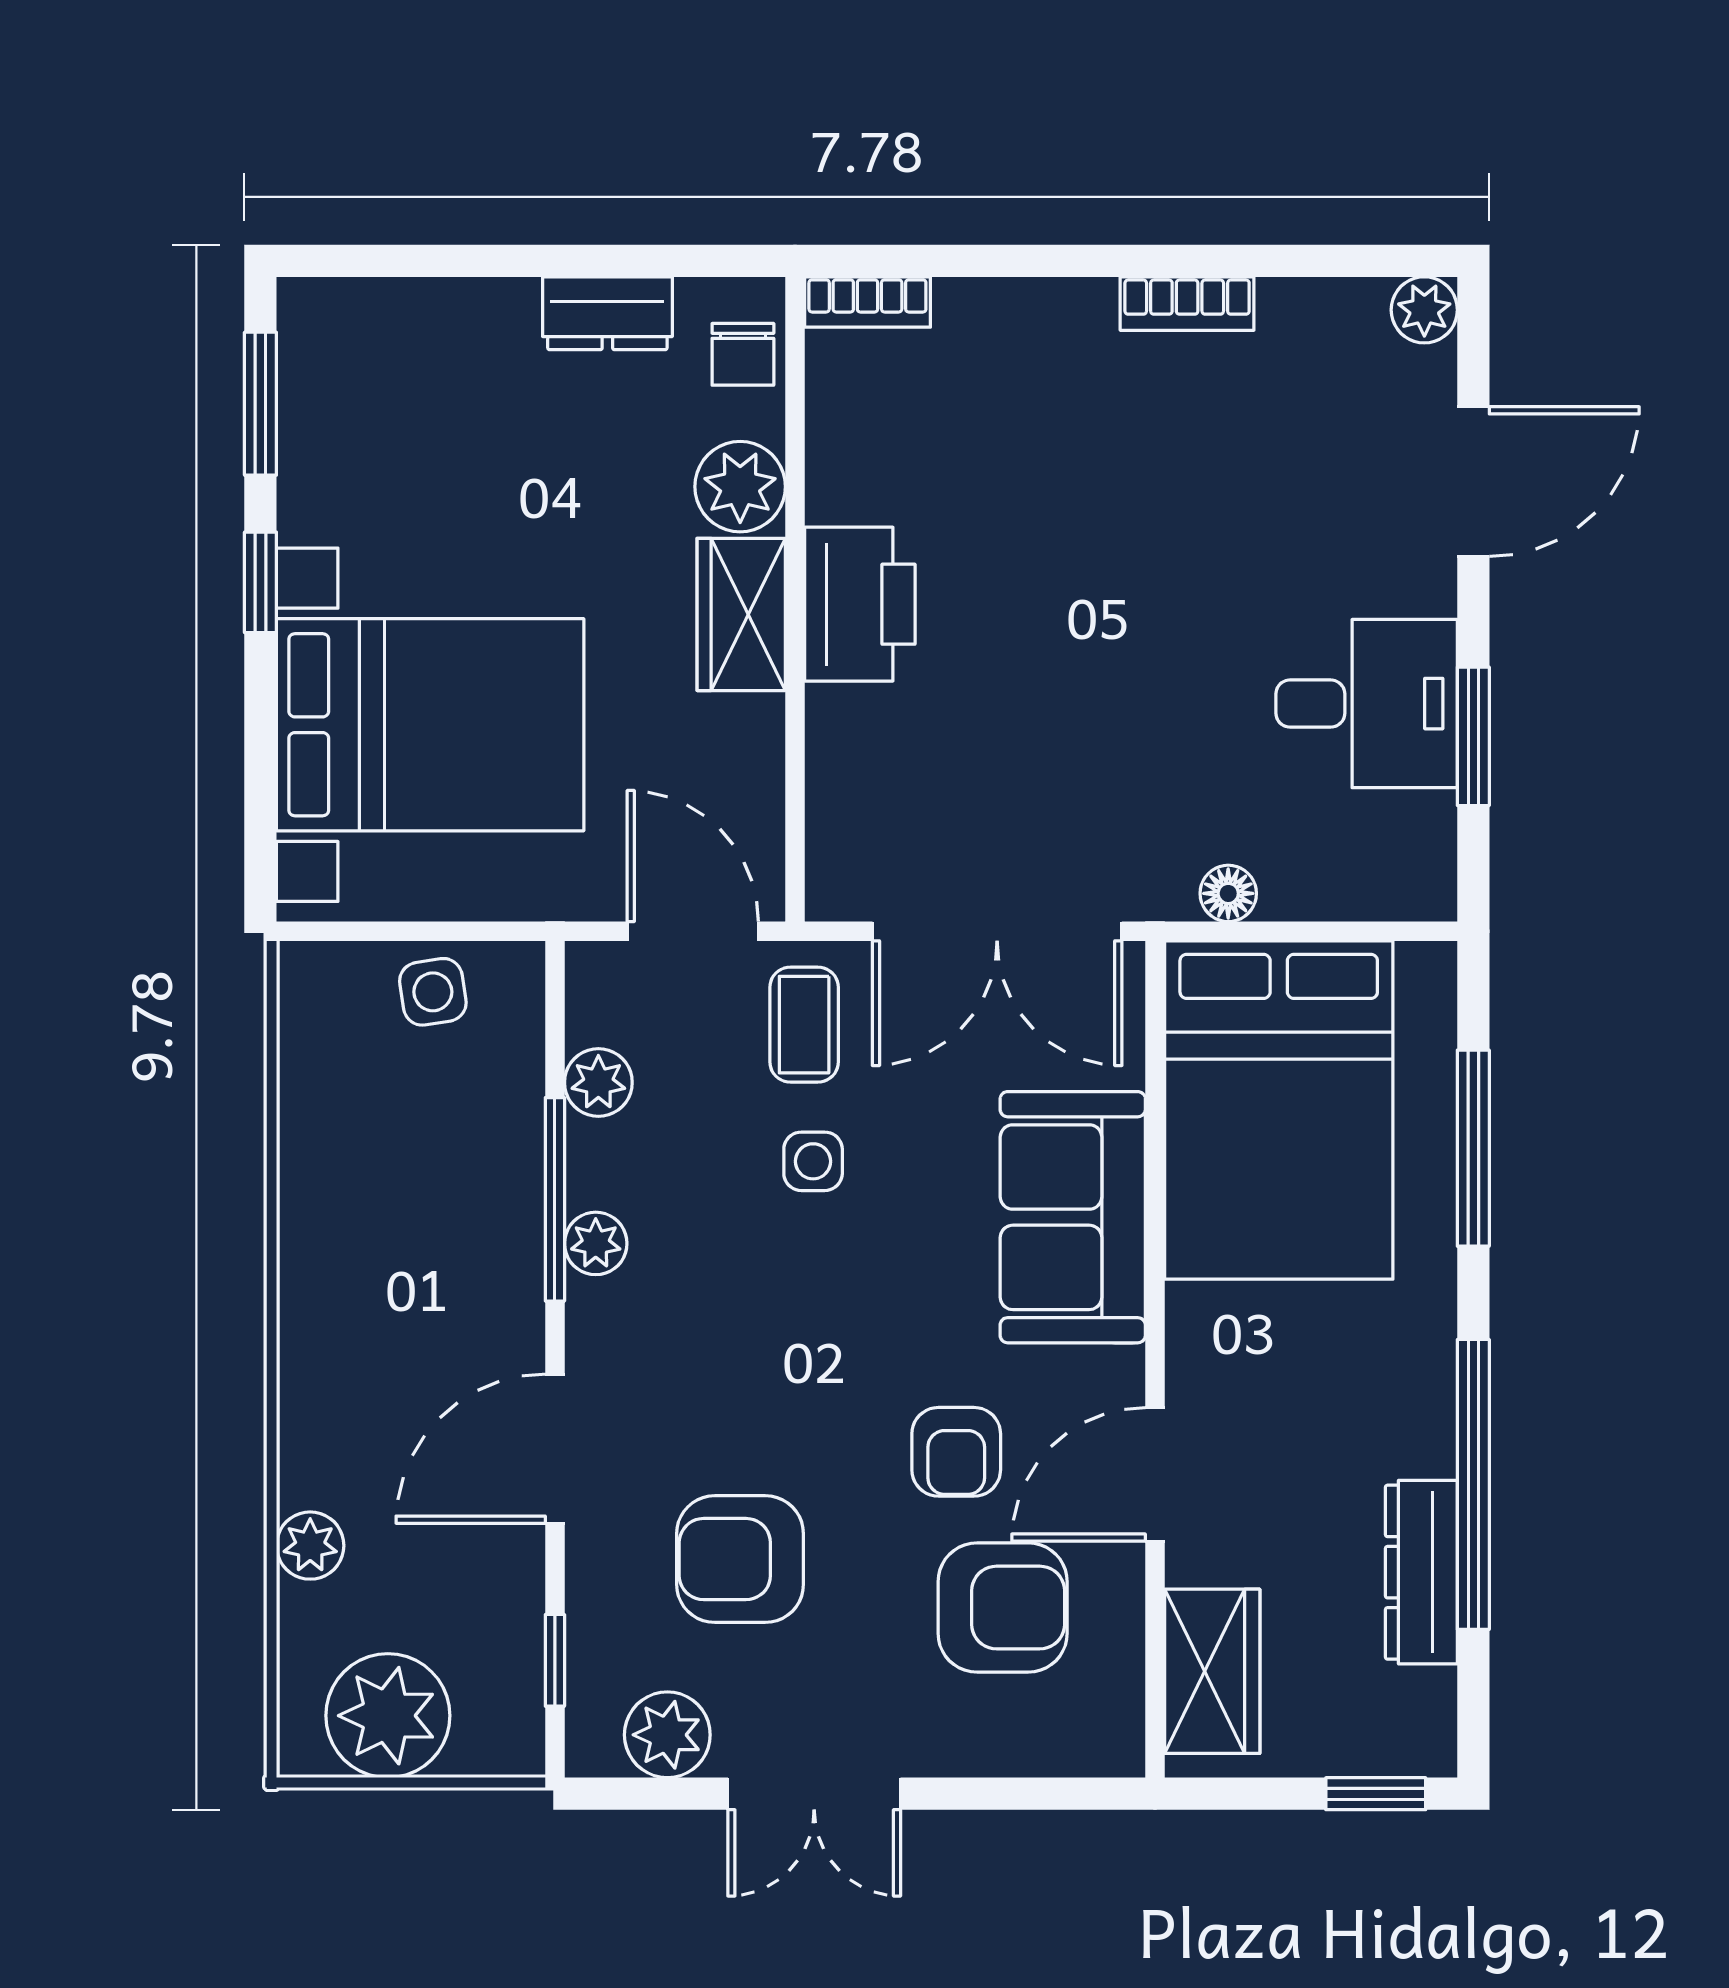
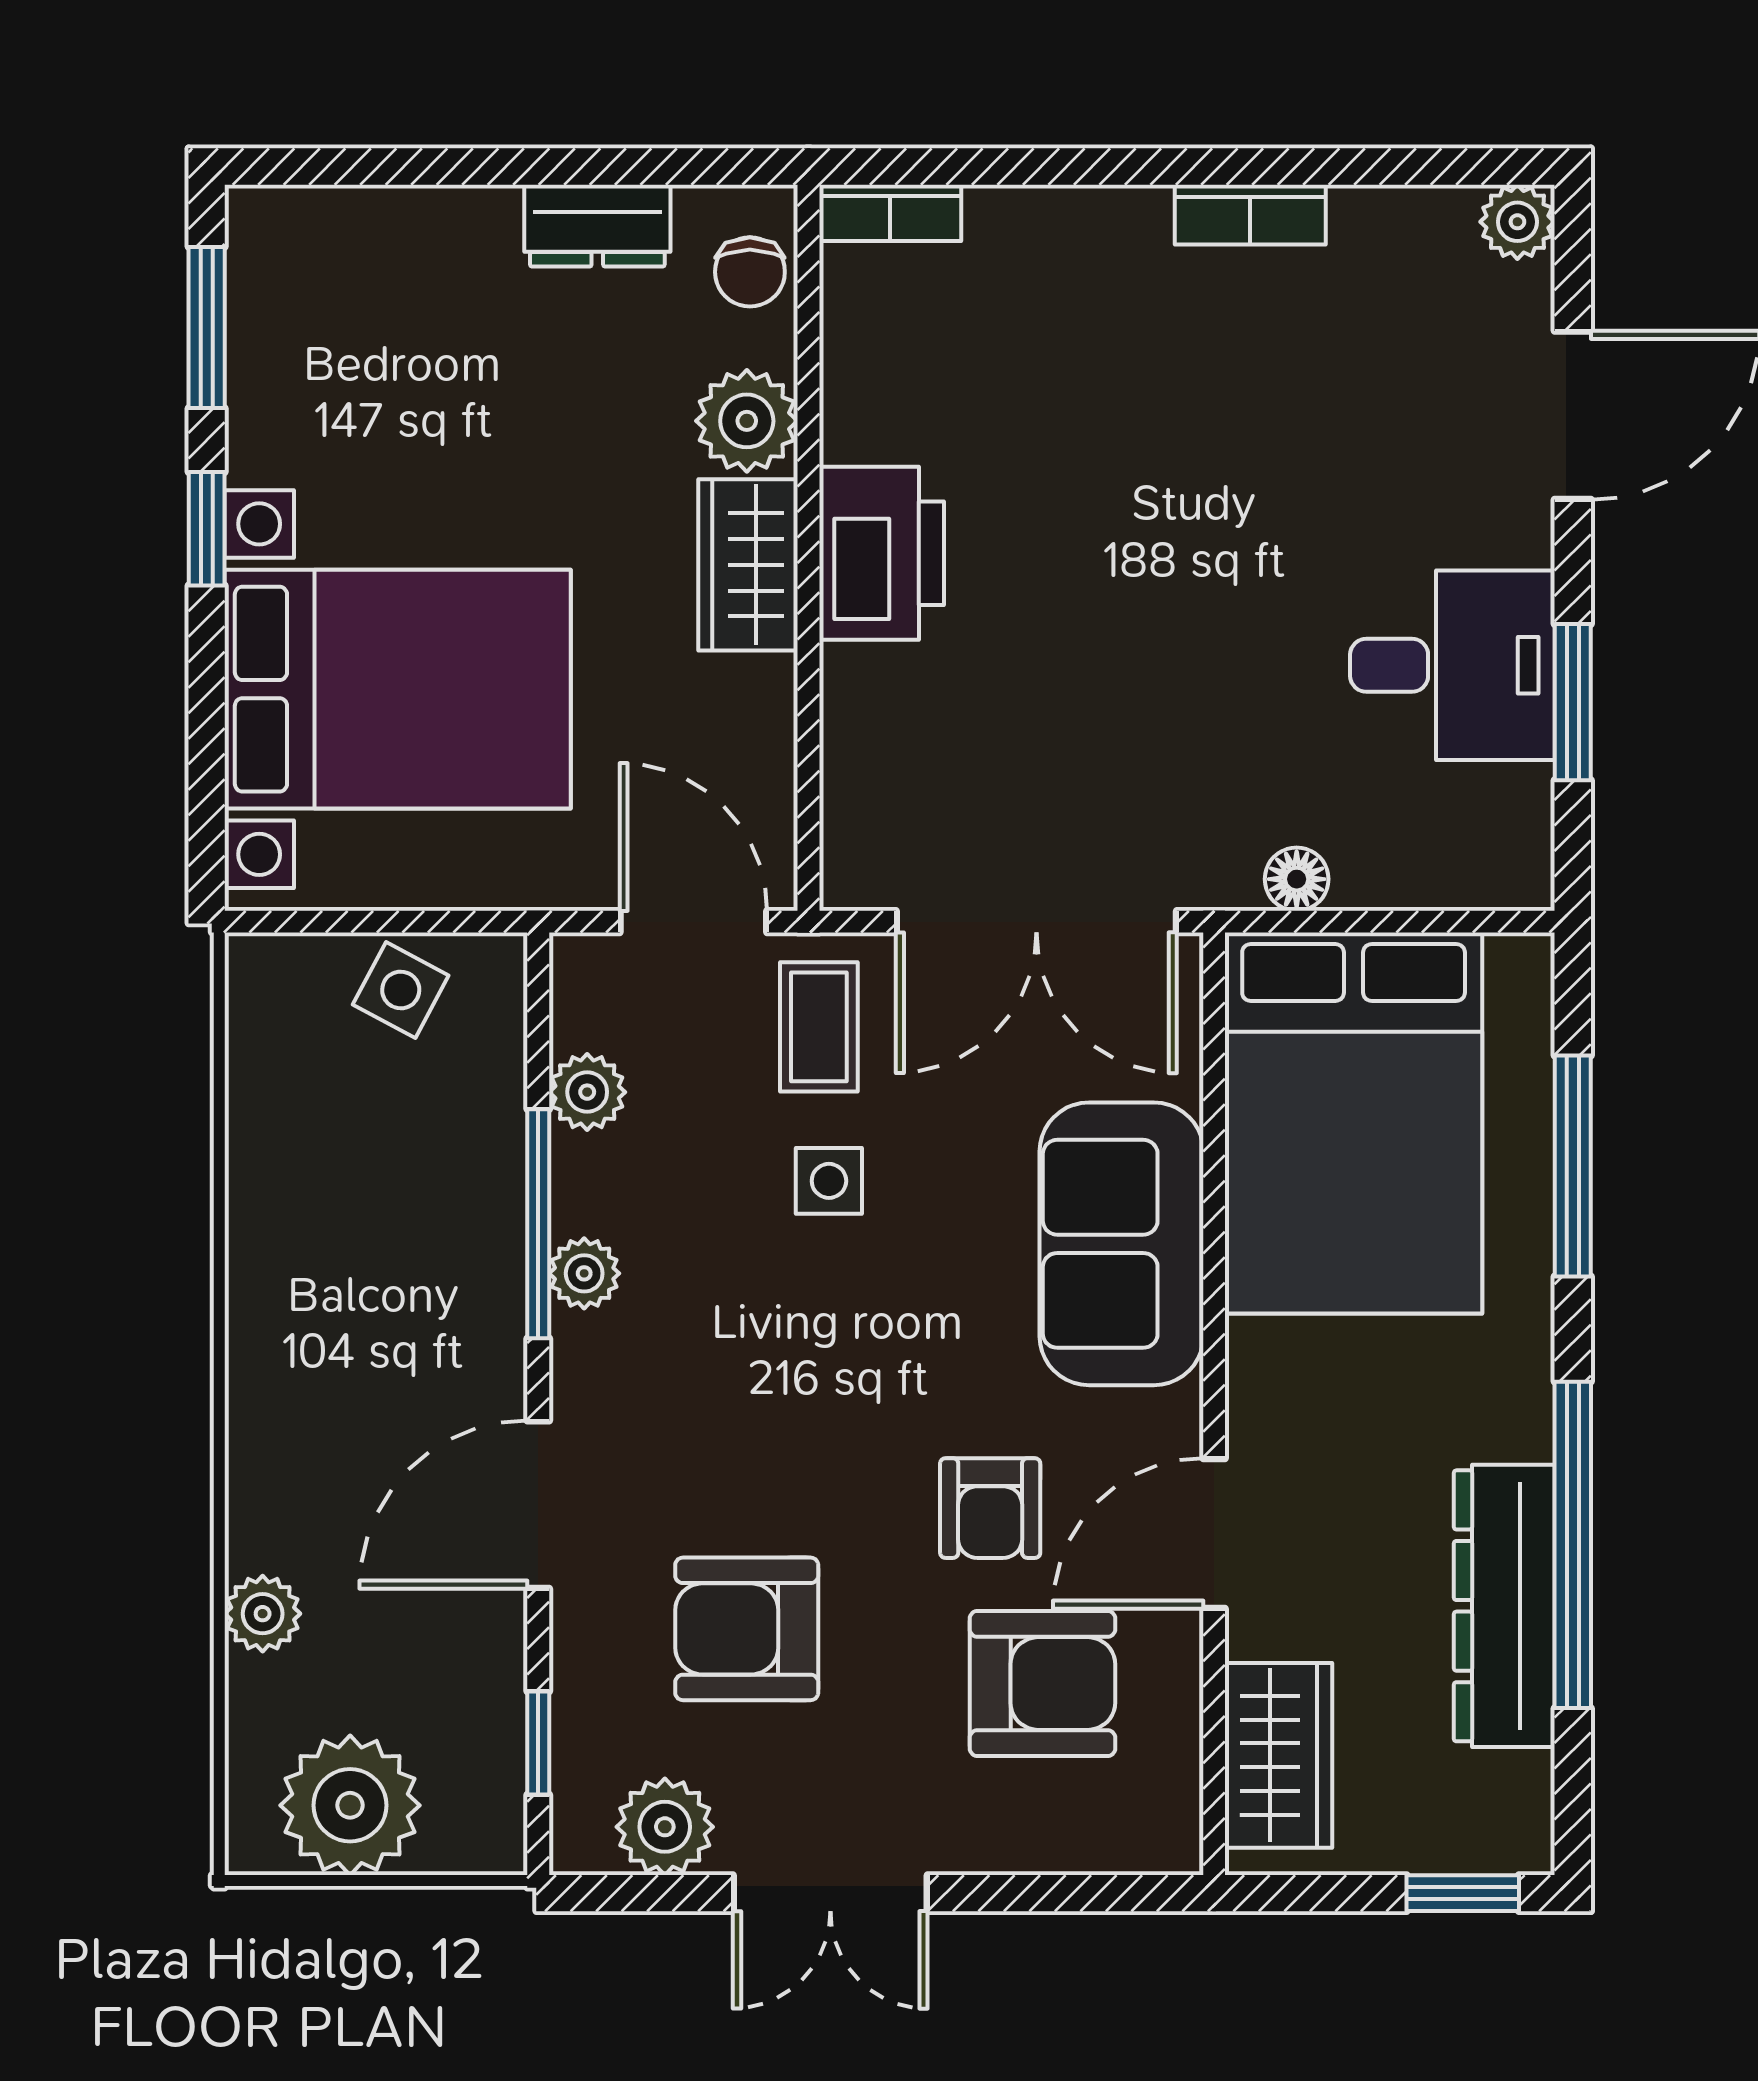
side table: (433, 992) -> (401, 990), turned 37
dresser: (1421, 1572) -> (1504, 1606), width x1.37, depth x1.24

